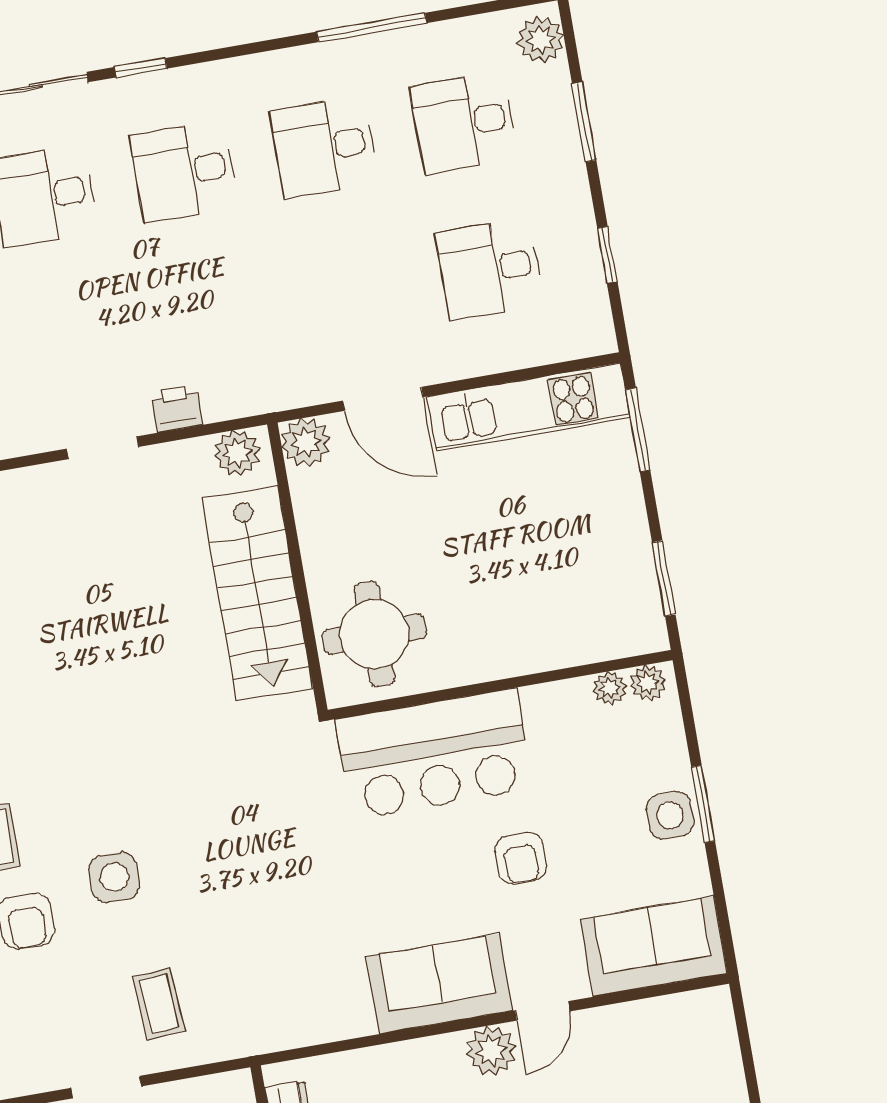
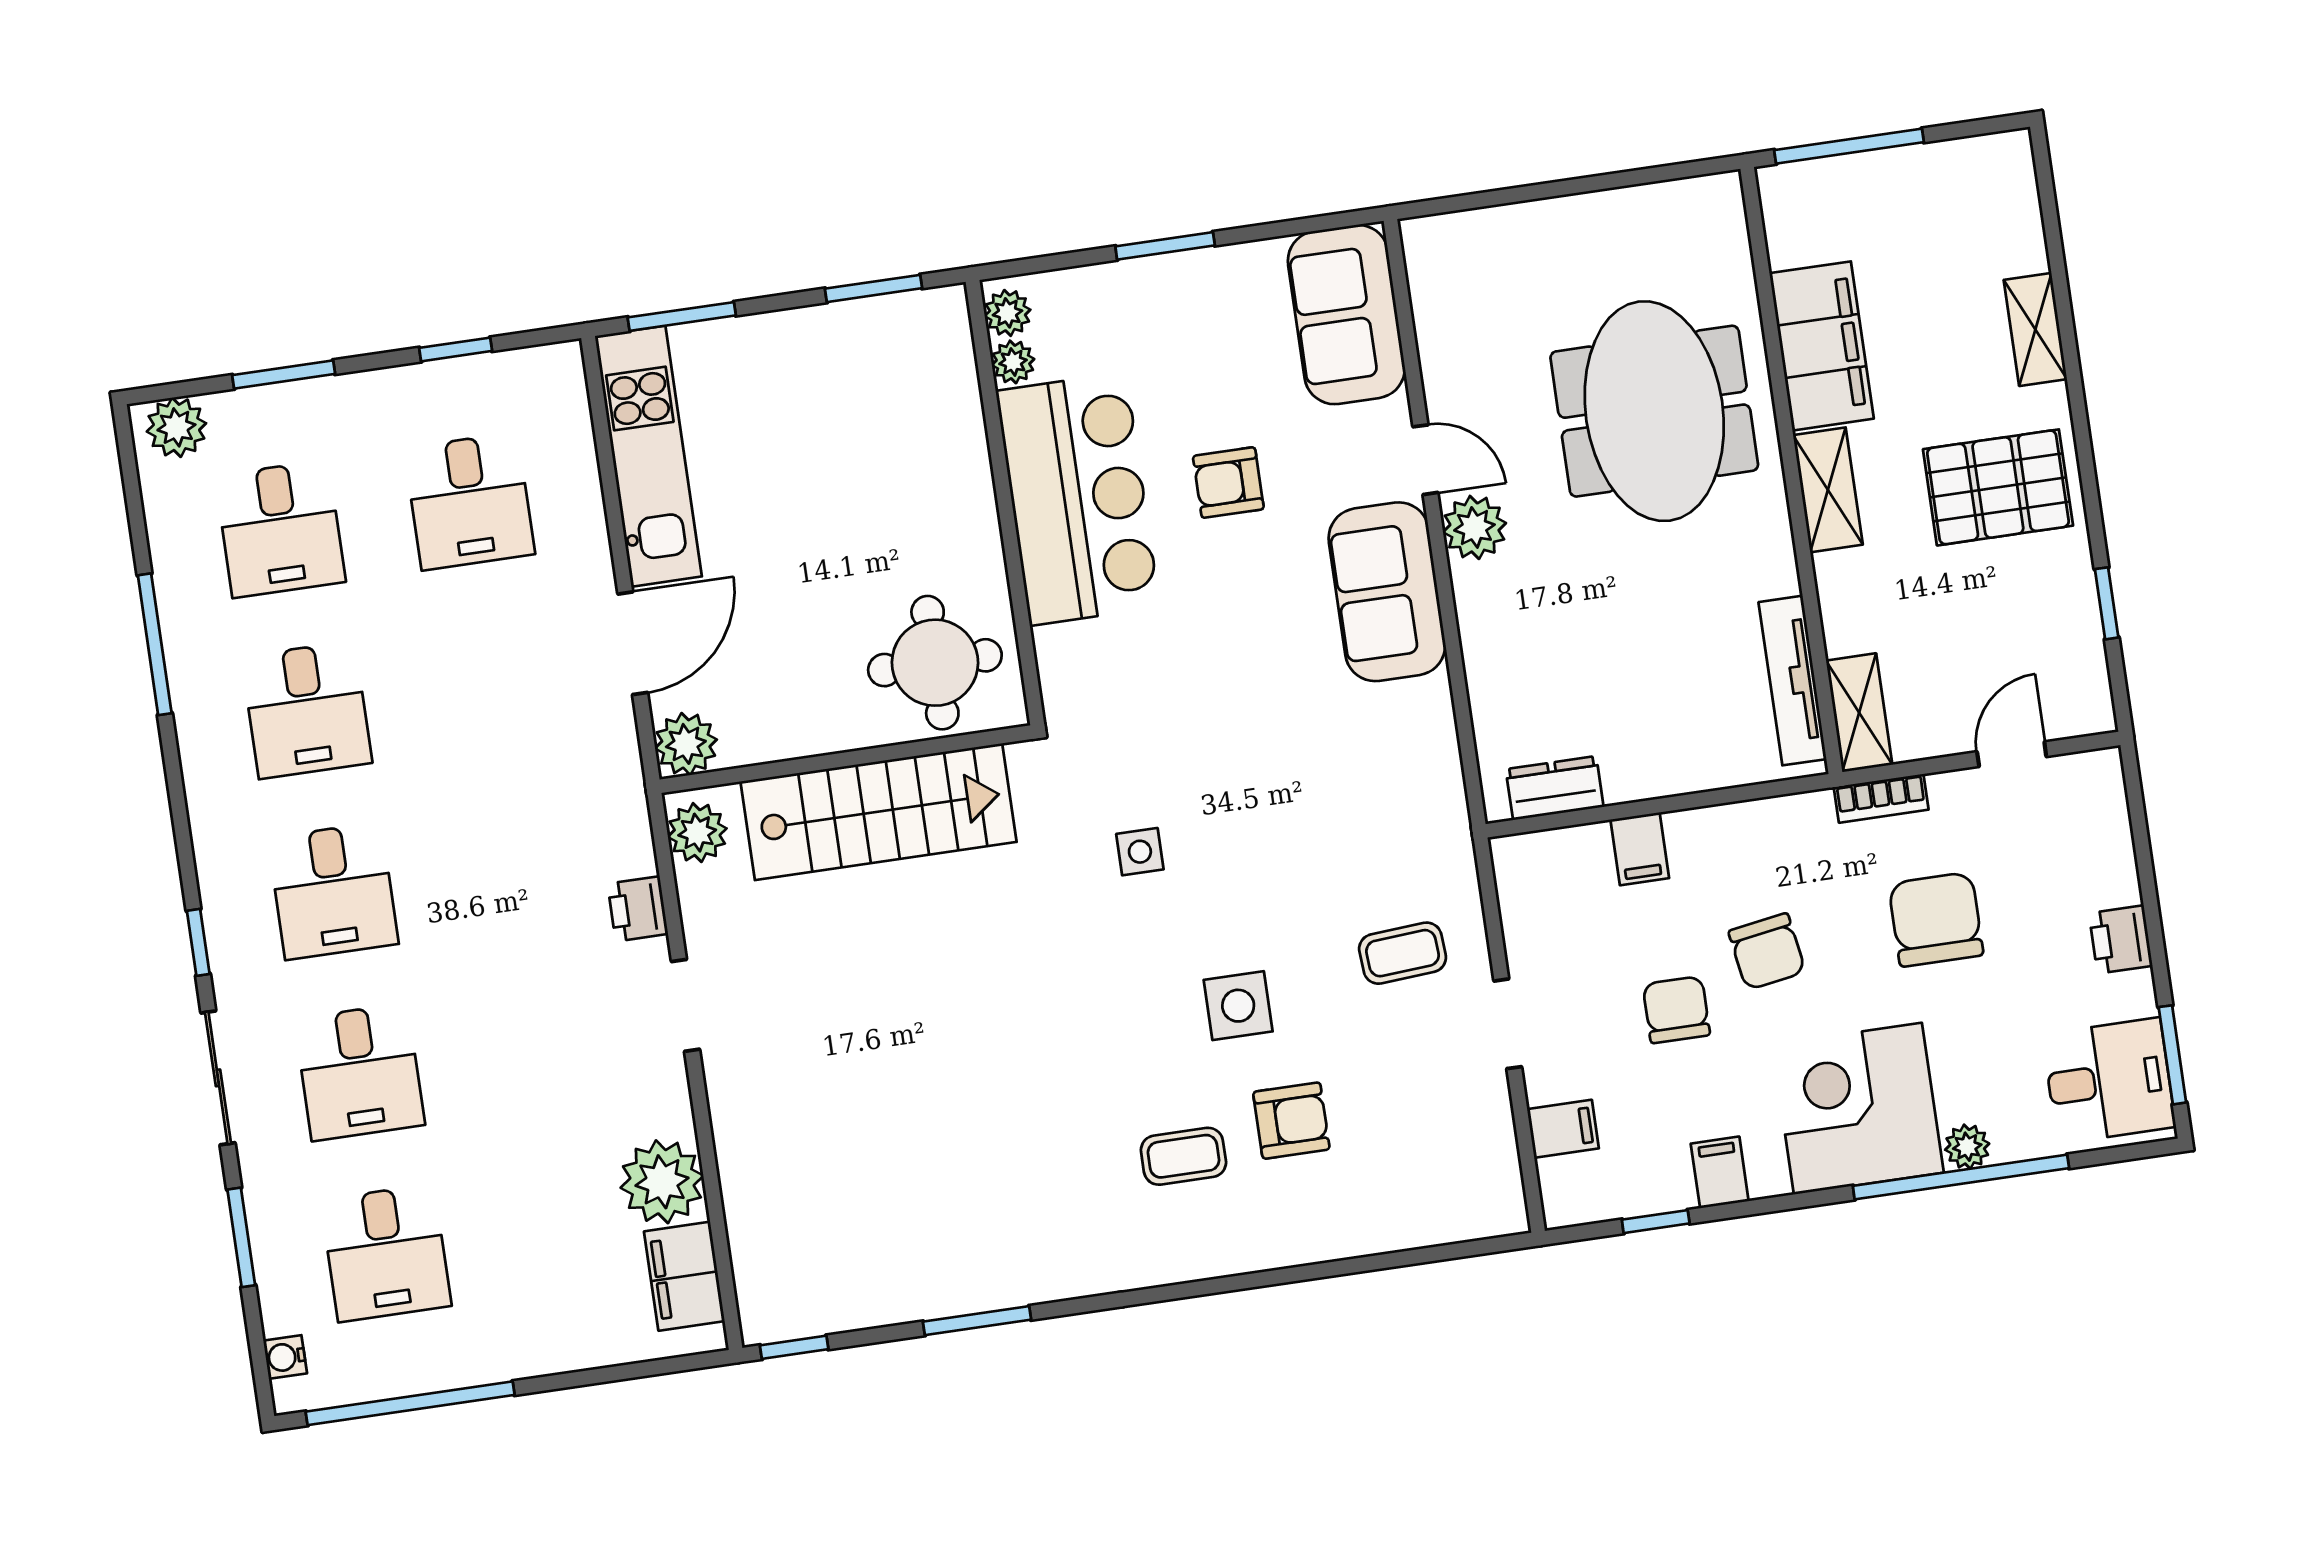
bar counter: (434, 754) -> (1078, 499), moved
side table: (670, 815) -> (1140, 852), moved, width x0.73, depth x0.73
armchair: (521, 858) -> (1228, 483), turned 180

